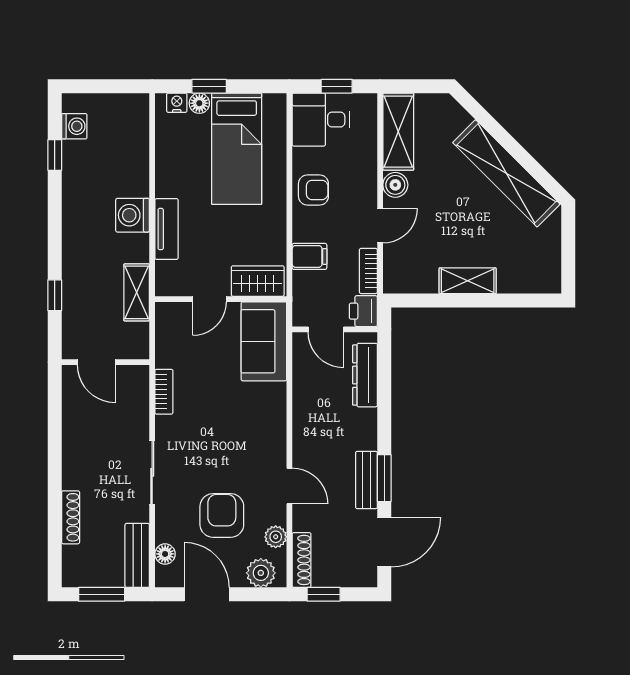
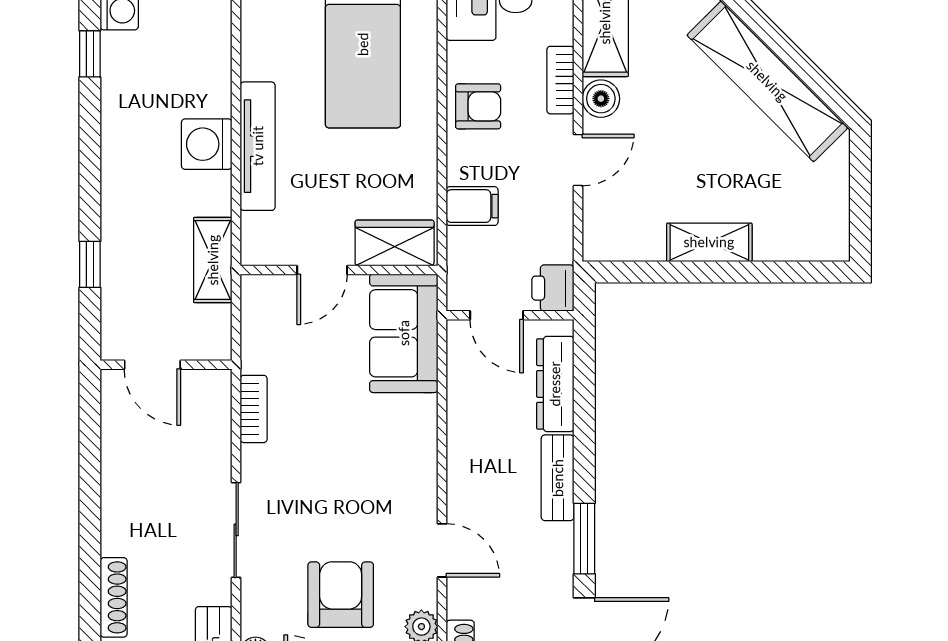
tv unit: (167, 229) -> (258, 146), width x1.41
bookcase: (368, 271) -> (560, 80), moved
bench: (366, 480) -> (558, 478), moved

